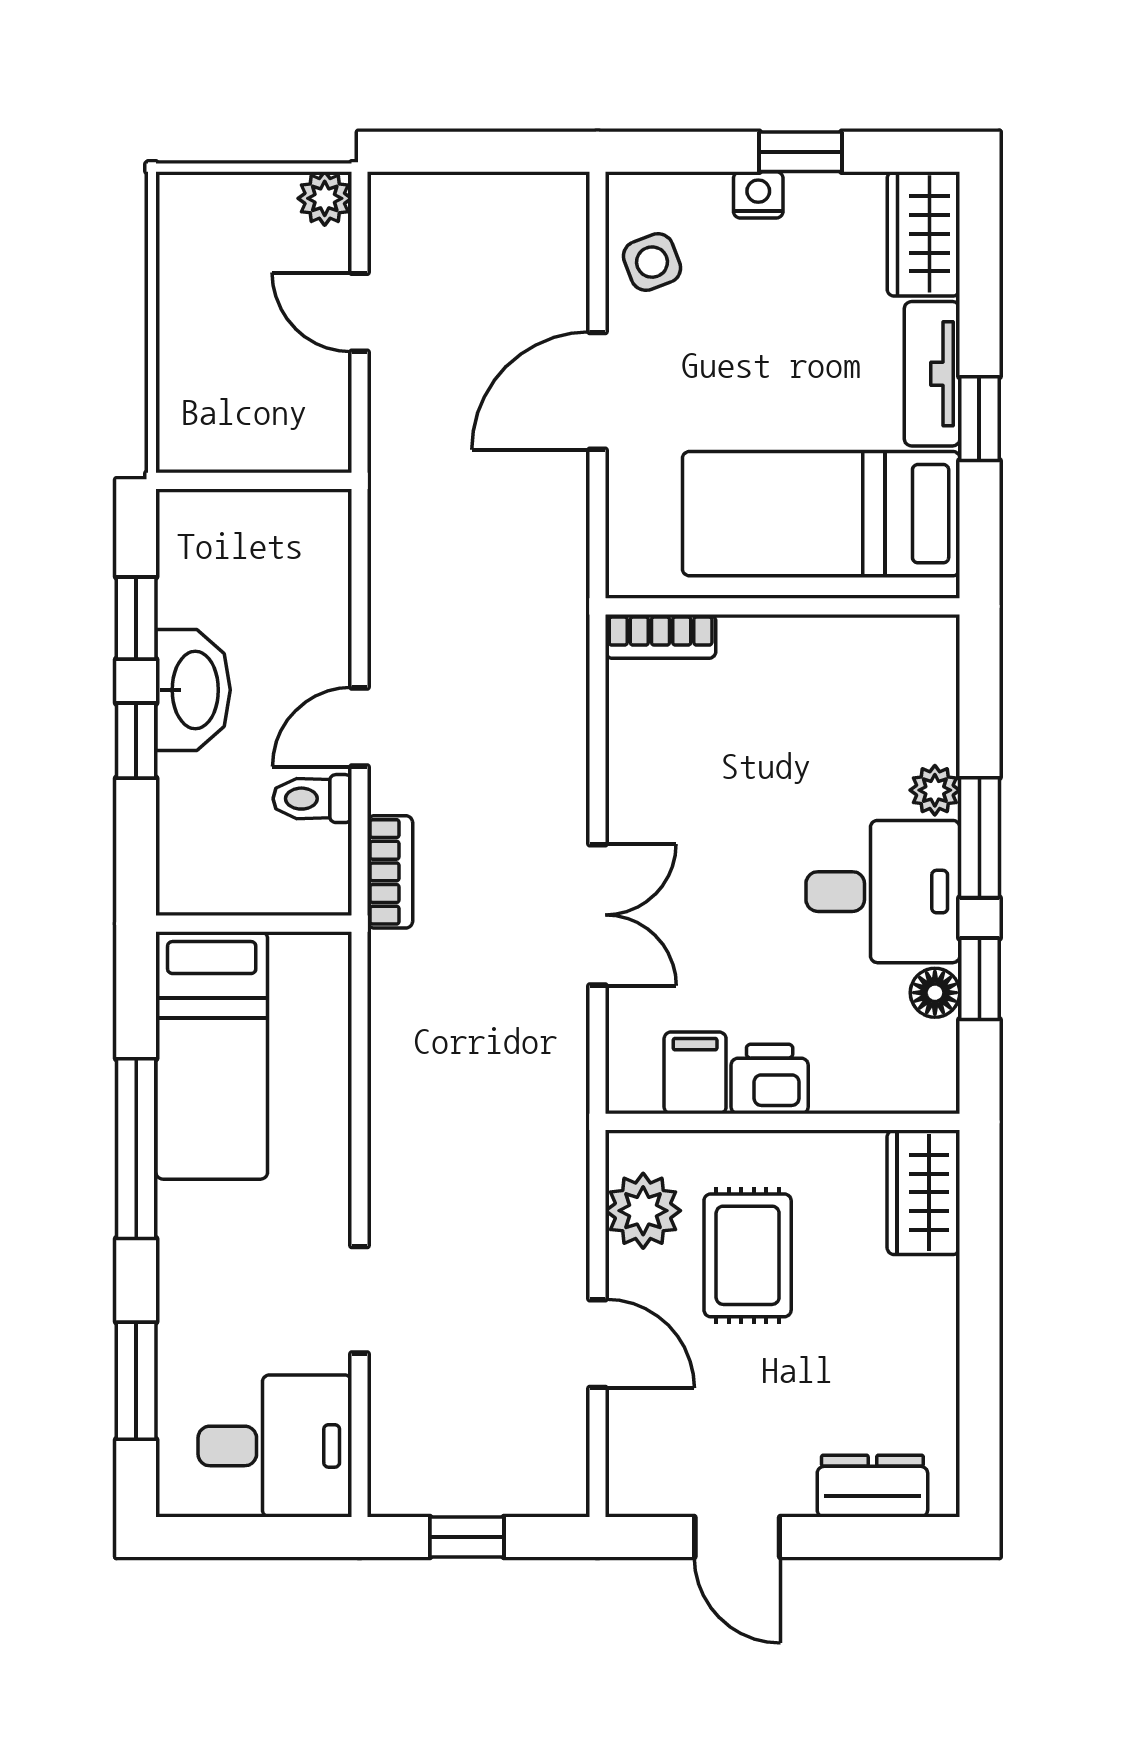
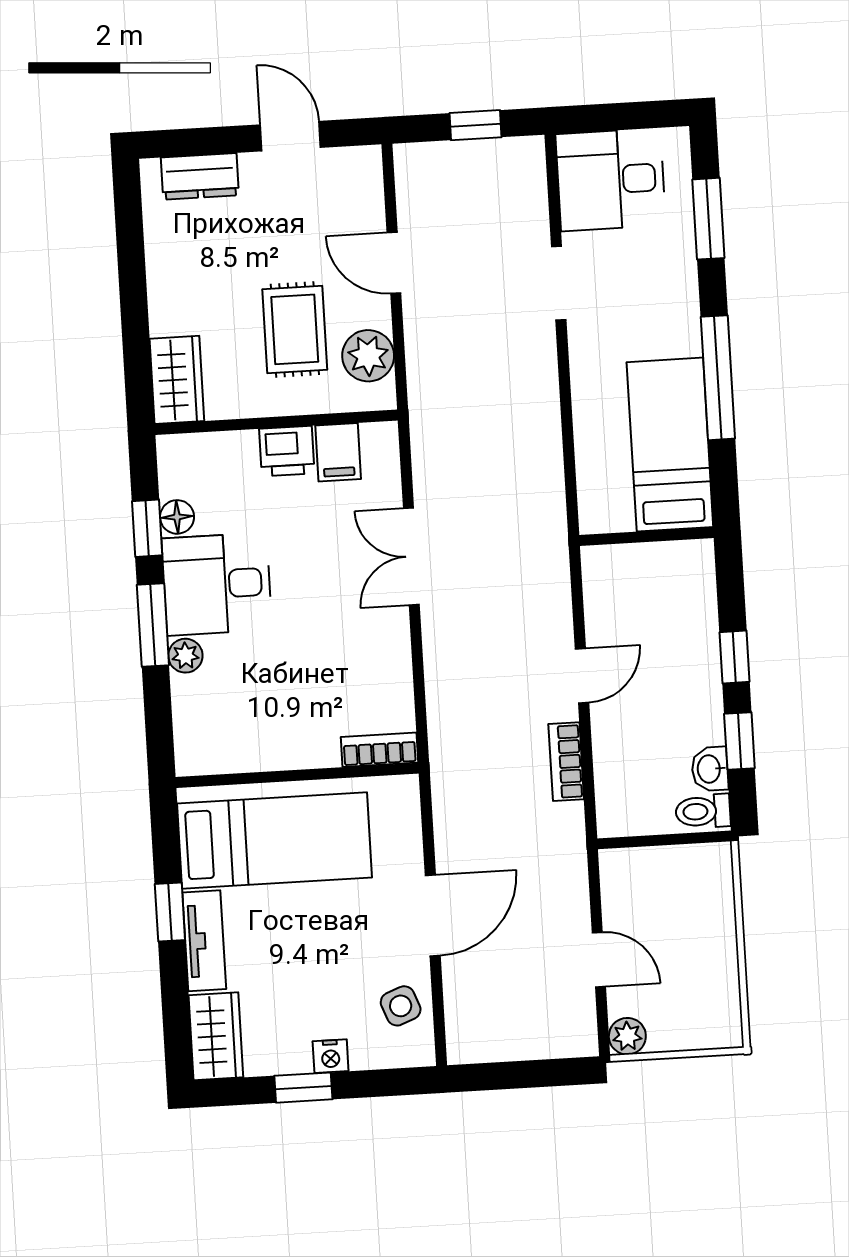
washbasin: (193, 690) -> (710, 769), moved, width x0.52, depth x0.69
toilet: (312, 799) -> (703, 811), moved, turned 180
bookcase: (390, 872) -> (566, 762), moved

